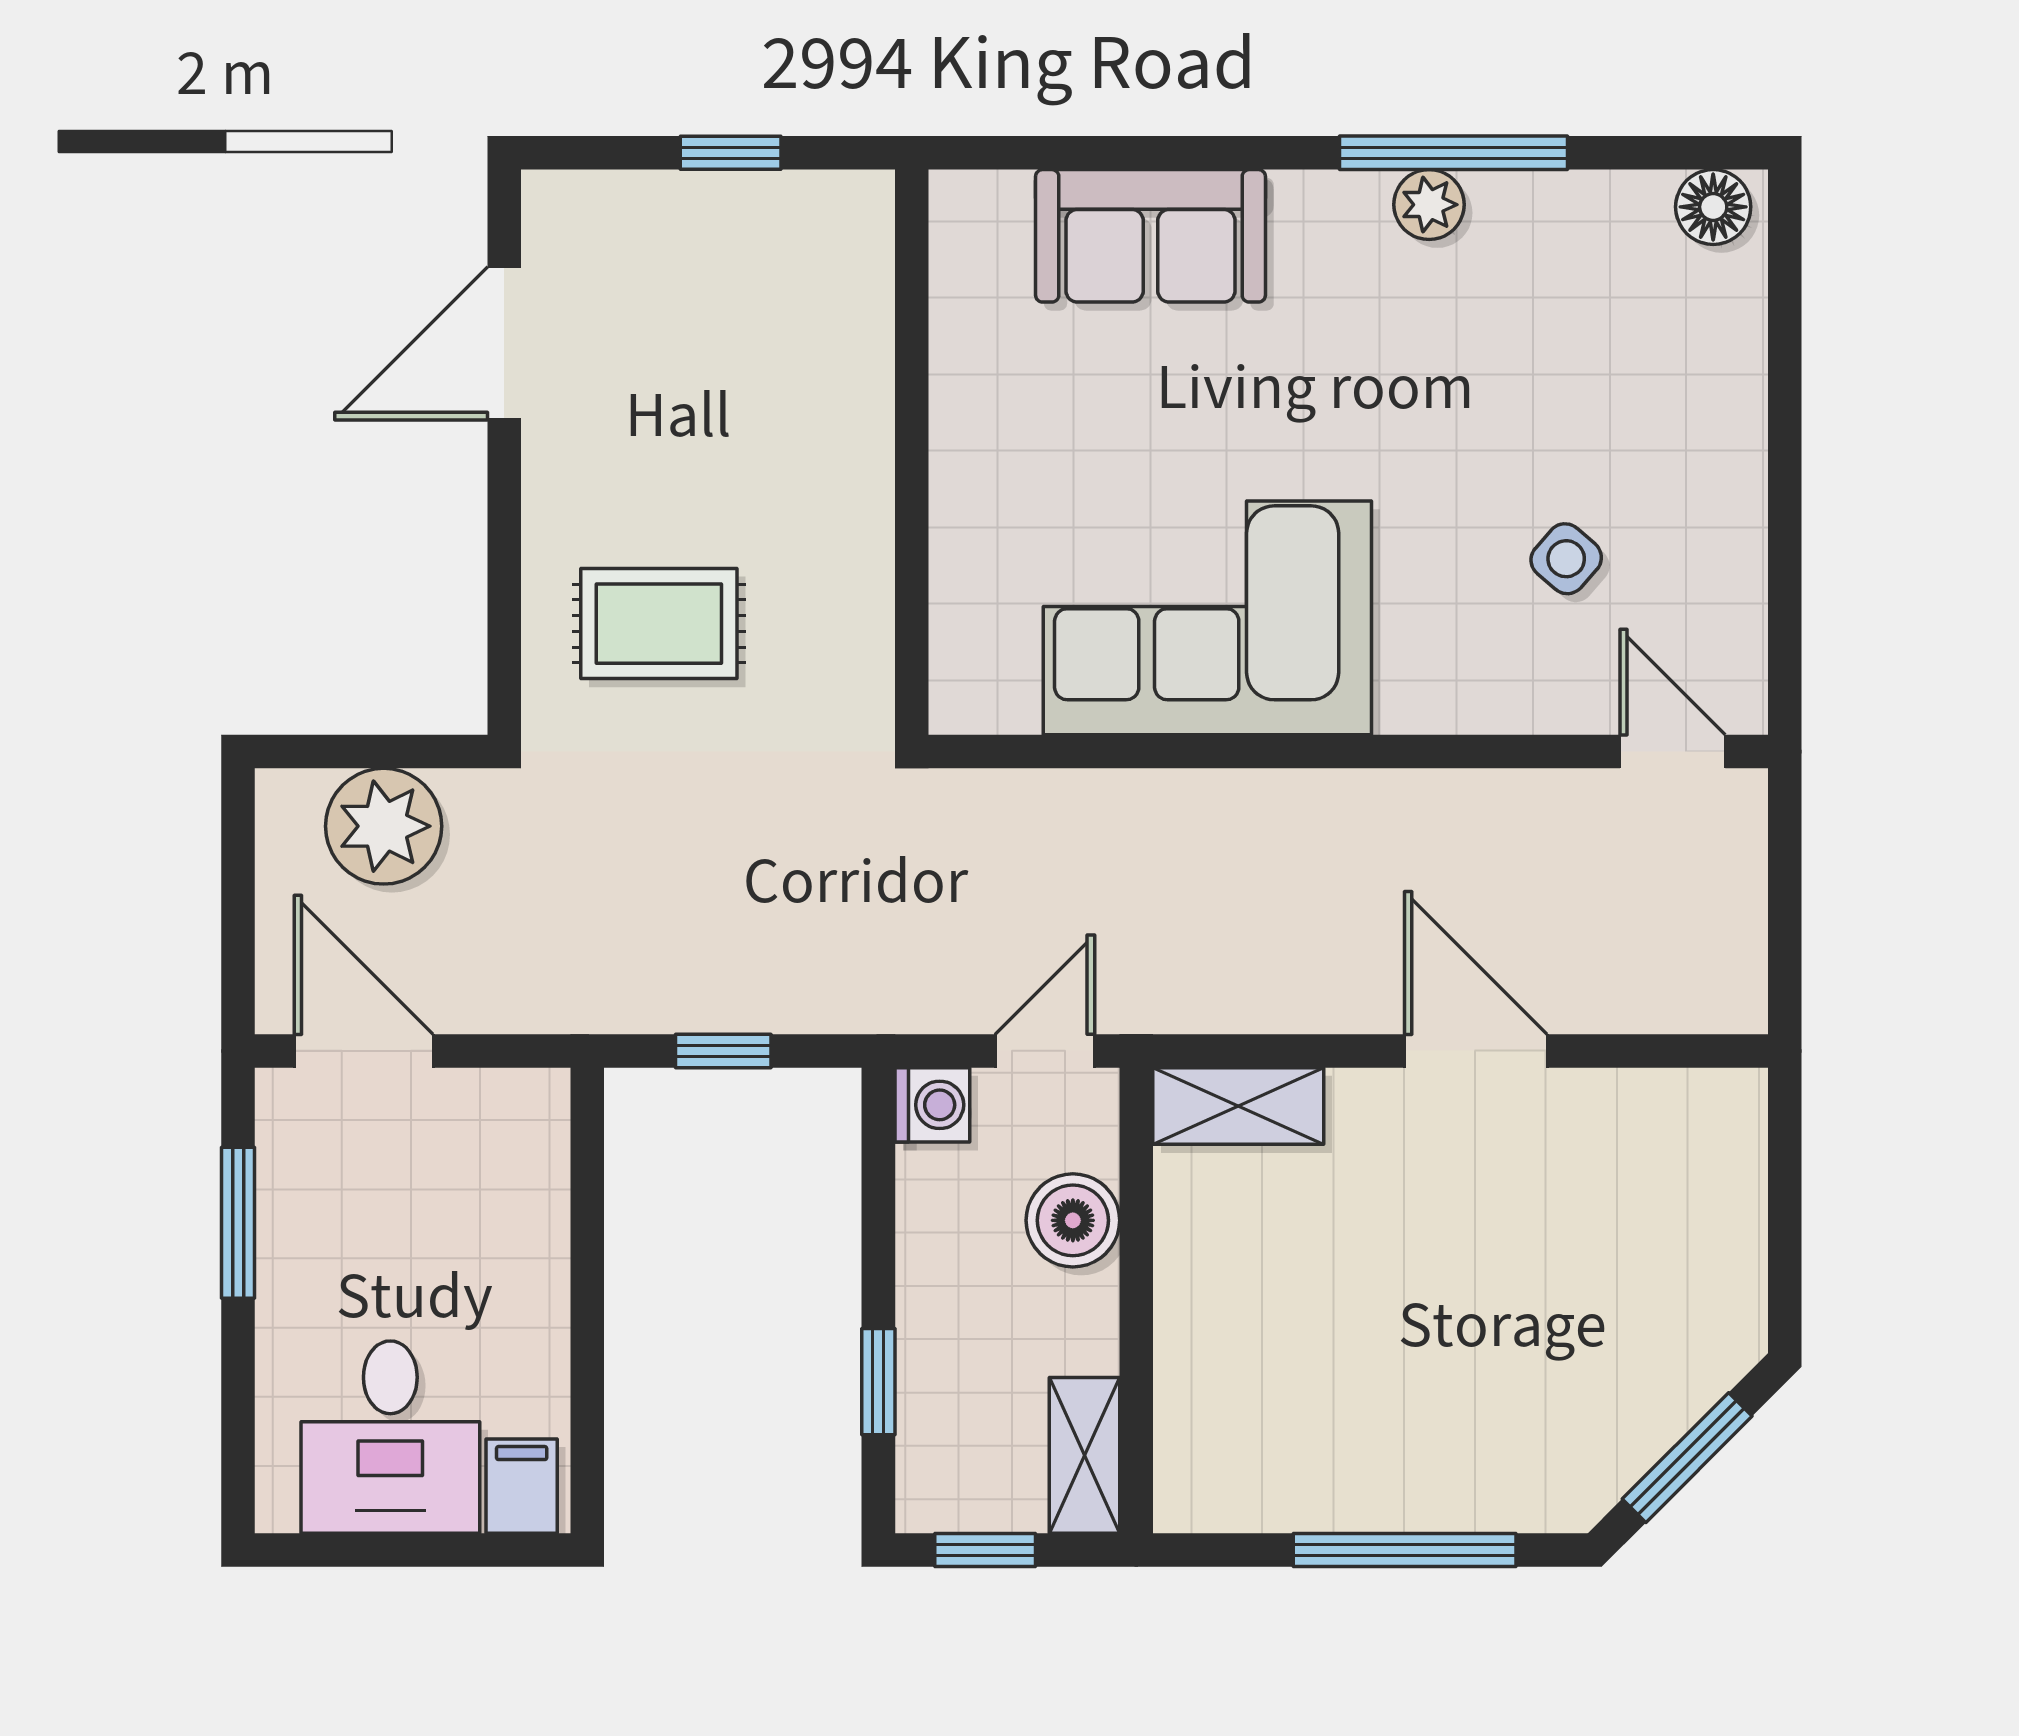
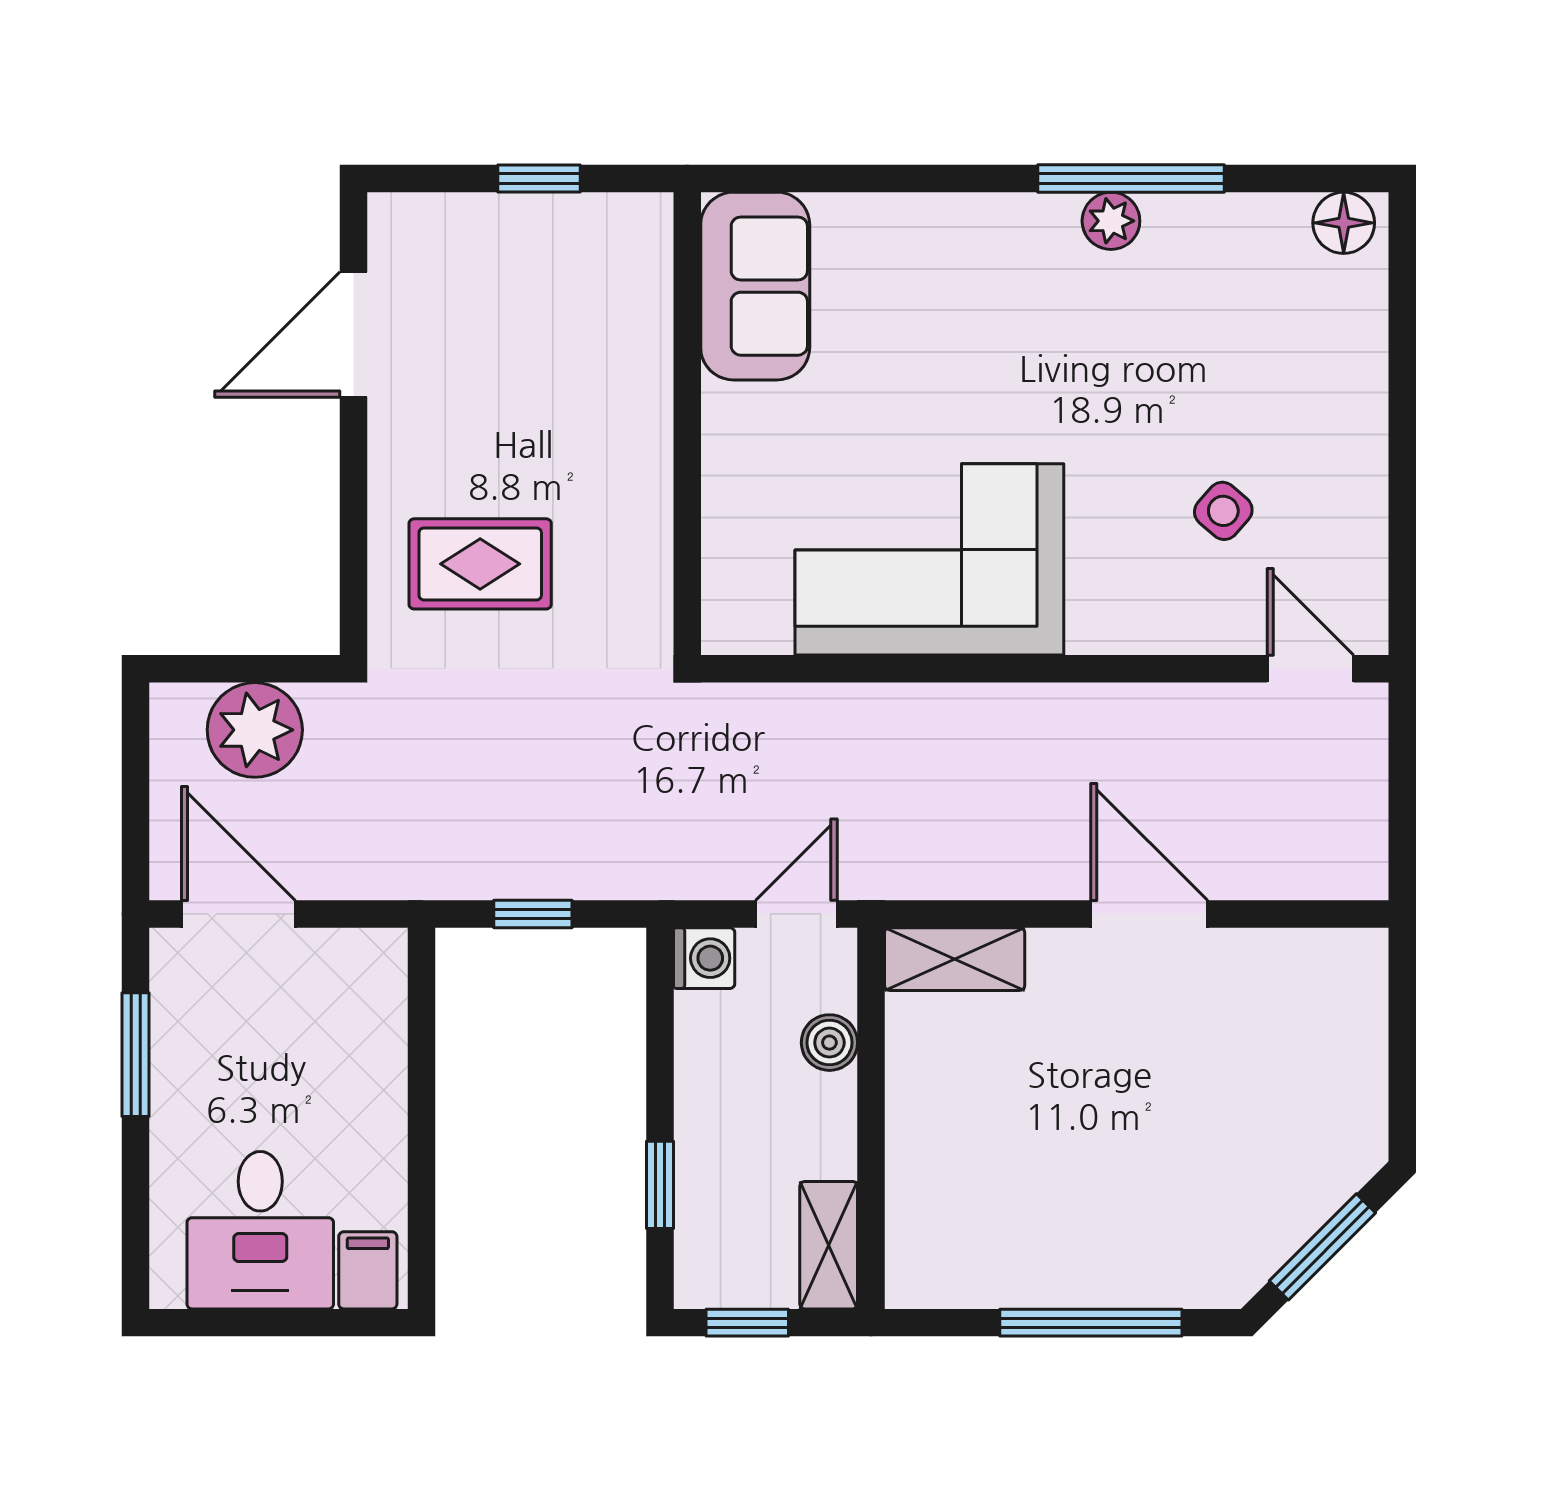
sofa: (1151, 236) -> (755, 286), moved, turned -90
boiler: (1073, 1220) -> (829, 1043), width x0.73, depth x0.73

